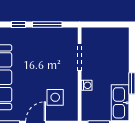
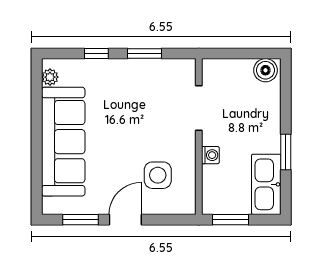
window: (47, 25) -> (145, 54), width x0.69
boiler: (120, 35) -> (265, 70), added

